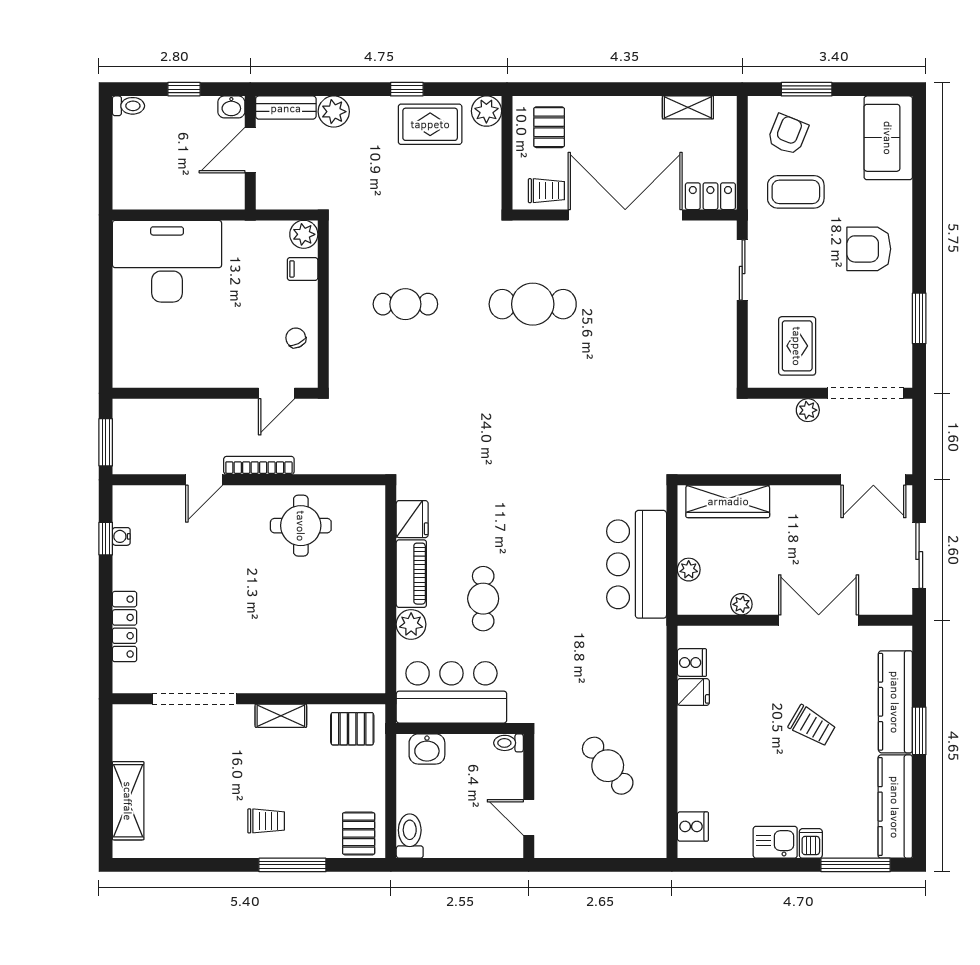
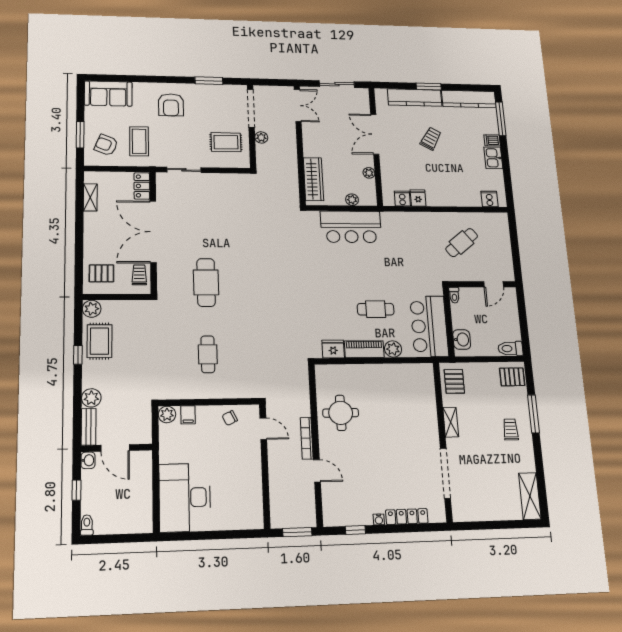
water cooler: (121, 536) -> (379, 519), moved
shelving: (128, 801) -> (530, 496), moved, turned 90

